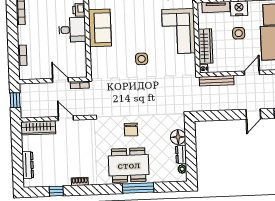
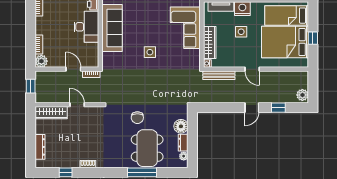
sofa: (100, 28) -> (112, 28), width x1.36
desk: (72, 30) -> (86, 27), width x1.37
plant: (26, 73) -> (41, 61), added
door: (252, 73) -> (252, 69), swing flipped
dining table: (129, 165) -> (147, 148), moved, turned 90

